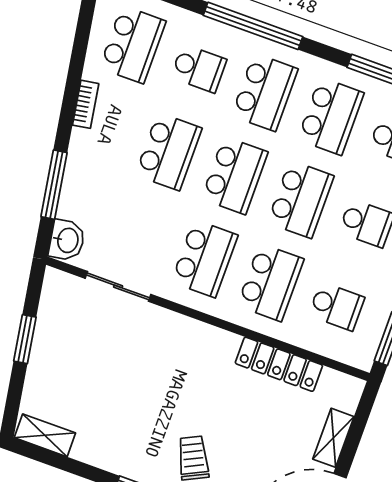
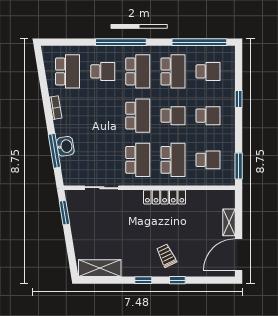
school desk: (169, 152) -> (103, 116), removed
school desk: (301, 199) -> (173, 116), width x0.54
washbasin: (67, 240) -> (65, 146), moved
window: (25, 339) -> (64, 213), moved
locker: (279, 364) -> (165, 197), moved
shelving: (45, 435) -> (100, 268), width x1.50, depth x1.33

